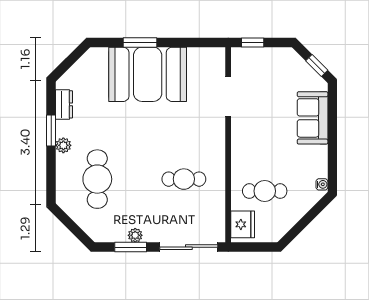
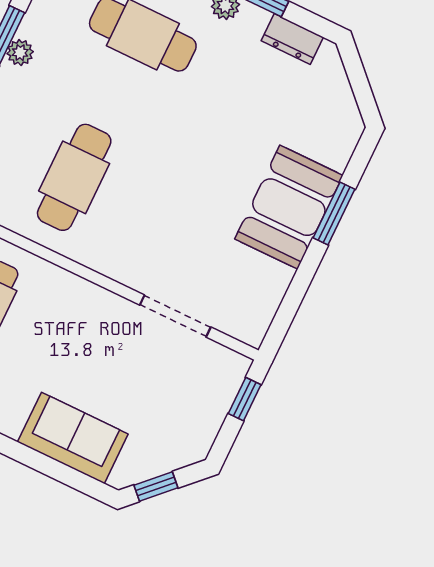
booth: (148, 74) -> (289, 207), width x0.73, depth x0.70
cafe table: (184, 179) -> (74, 177), width x1.37, depth x1.35

